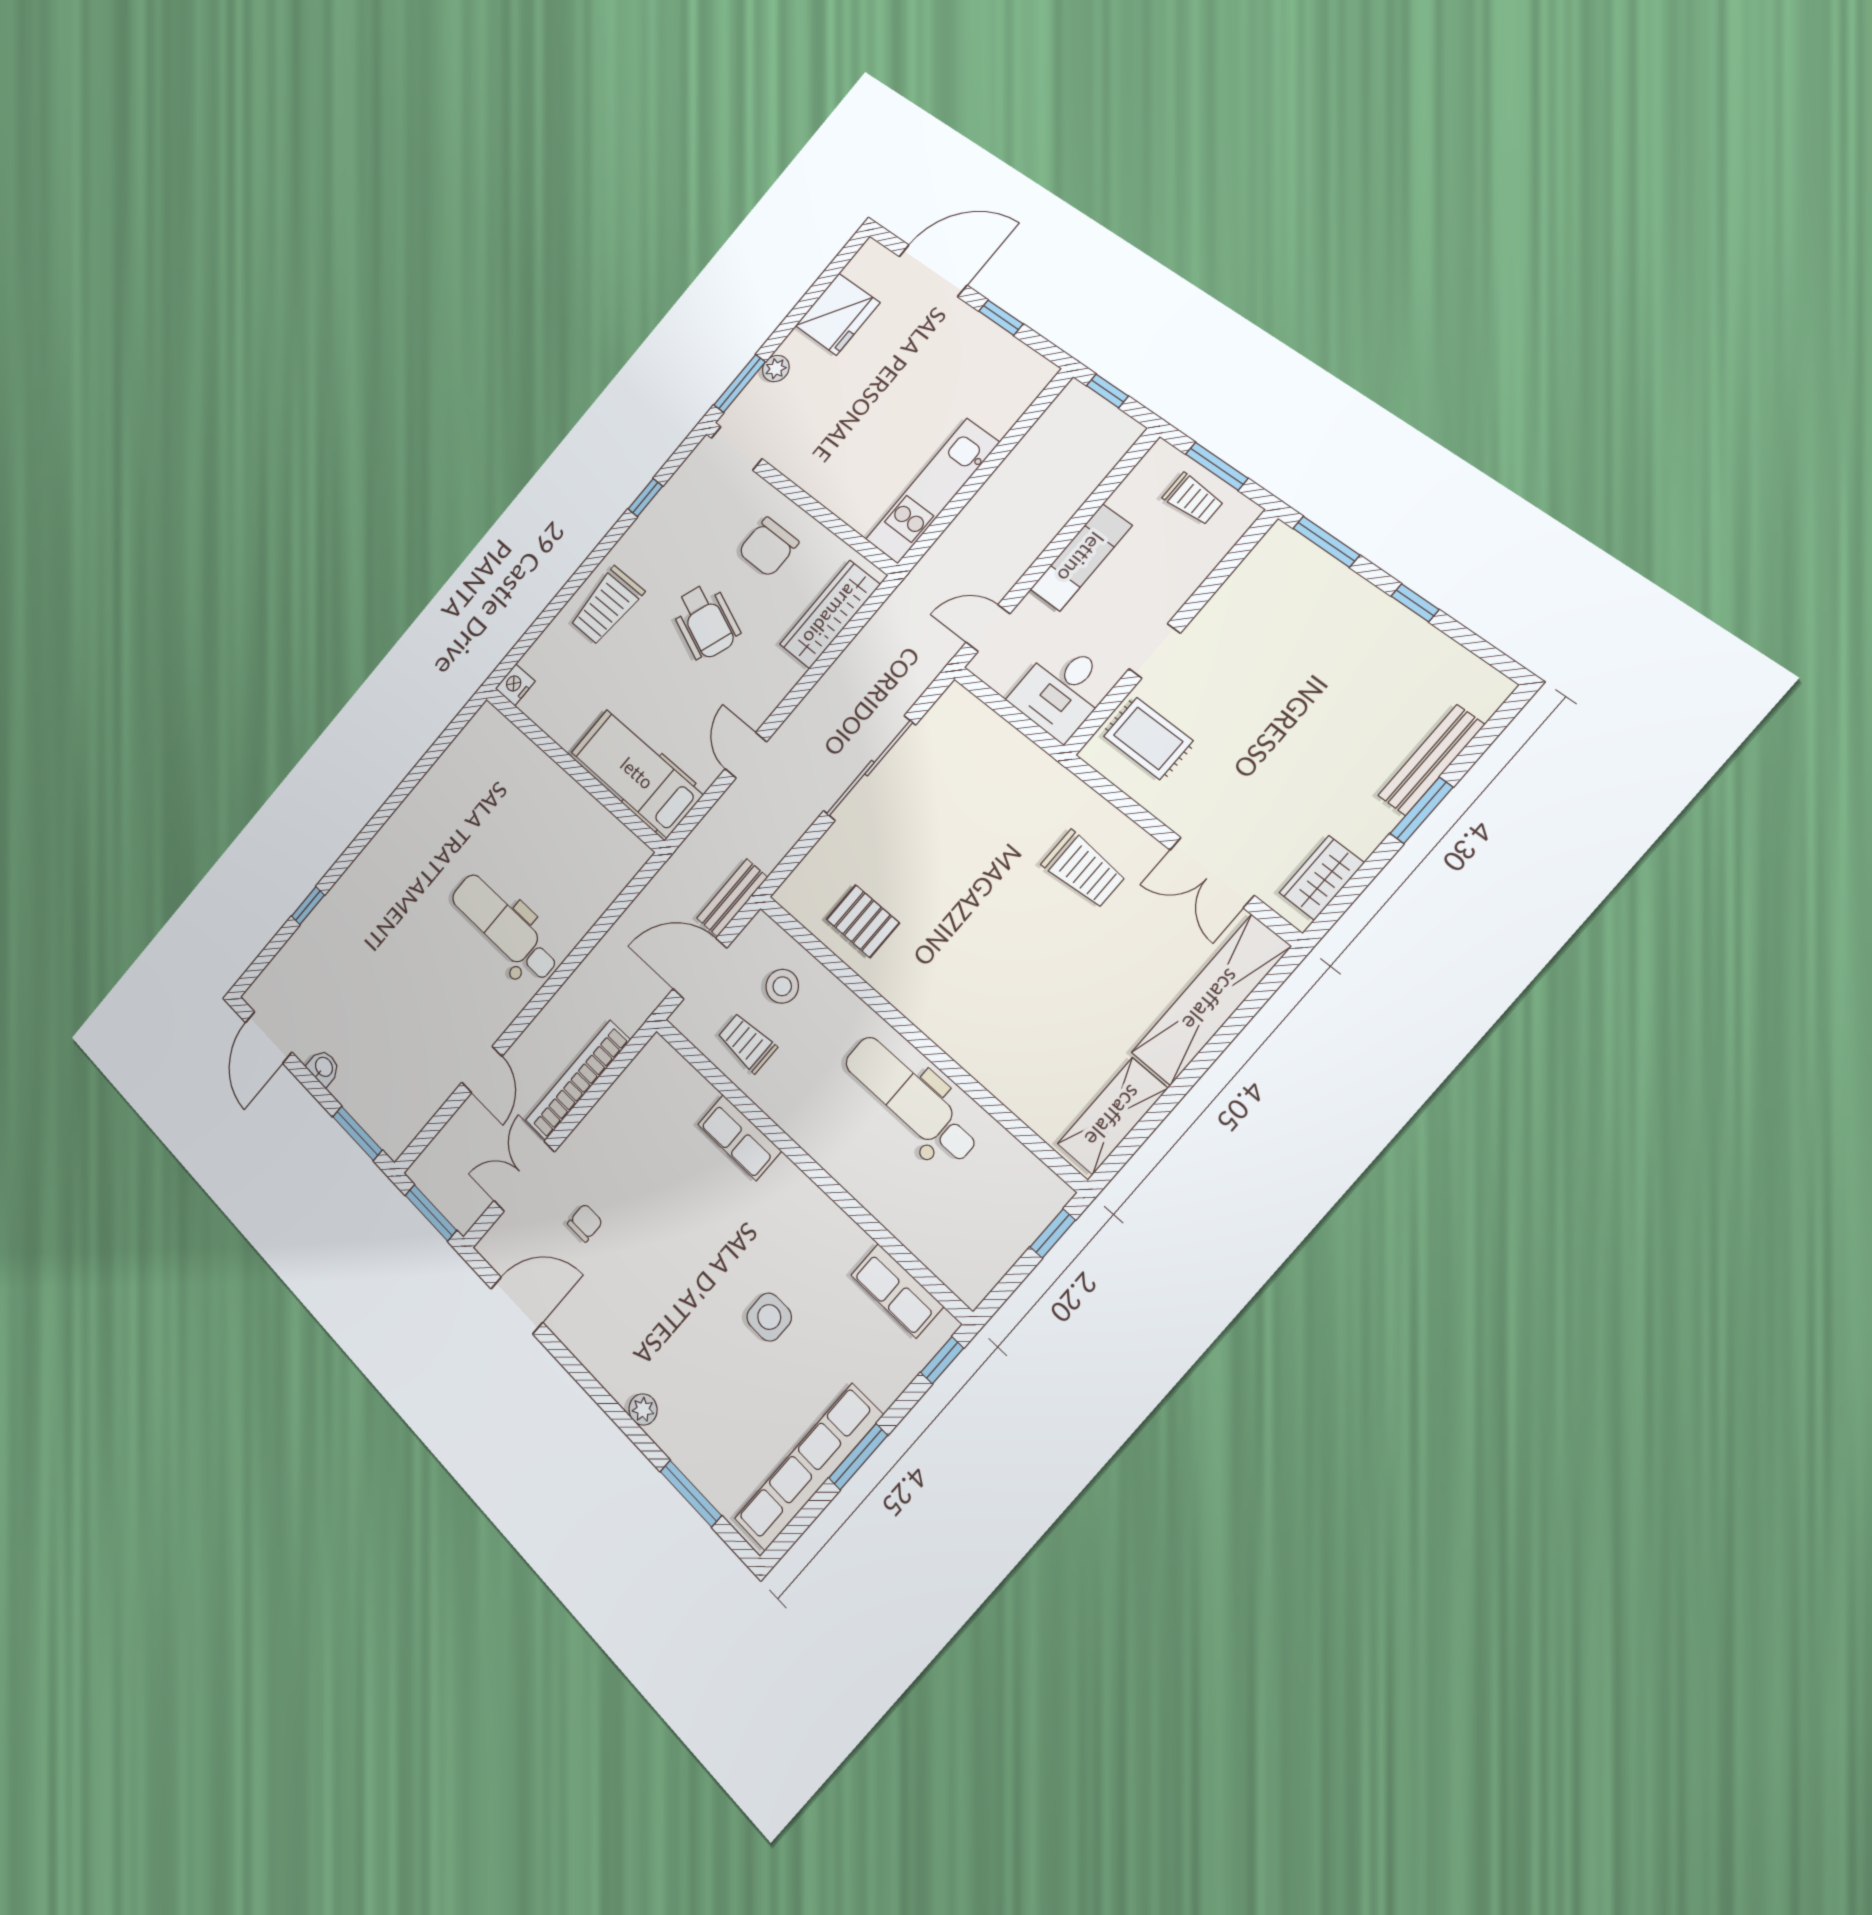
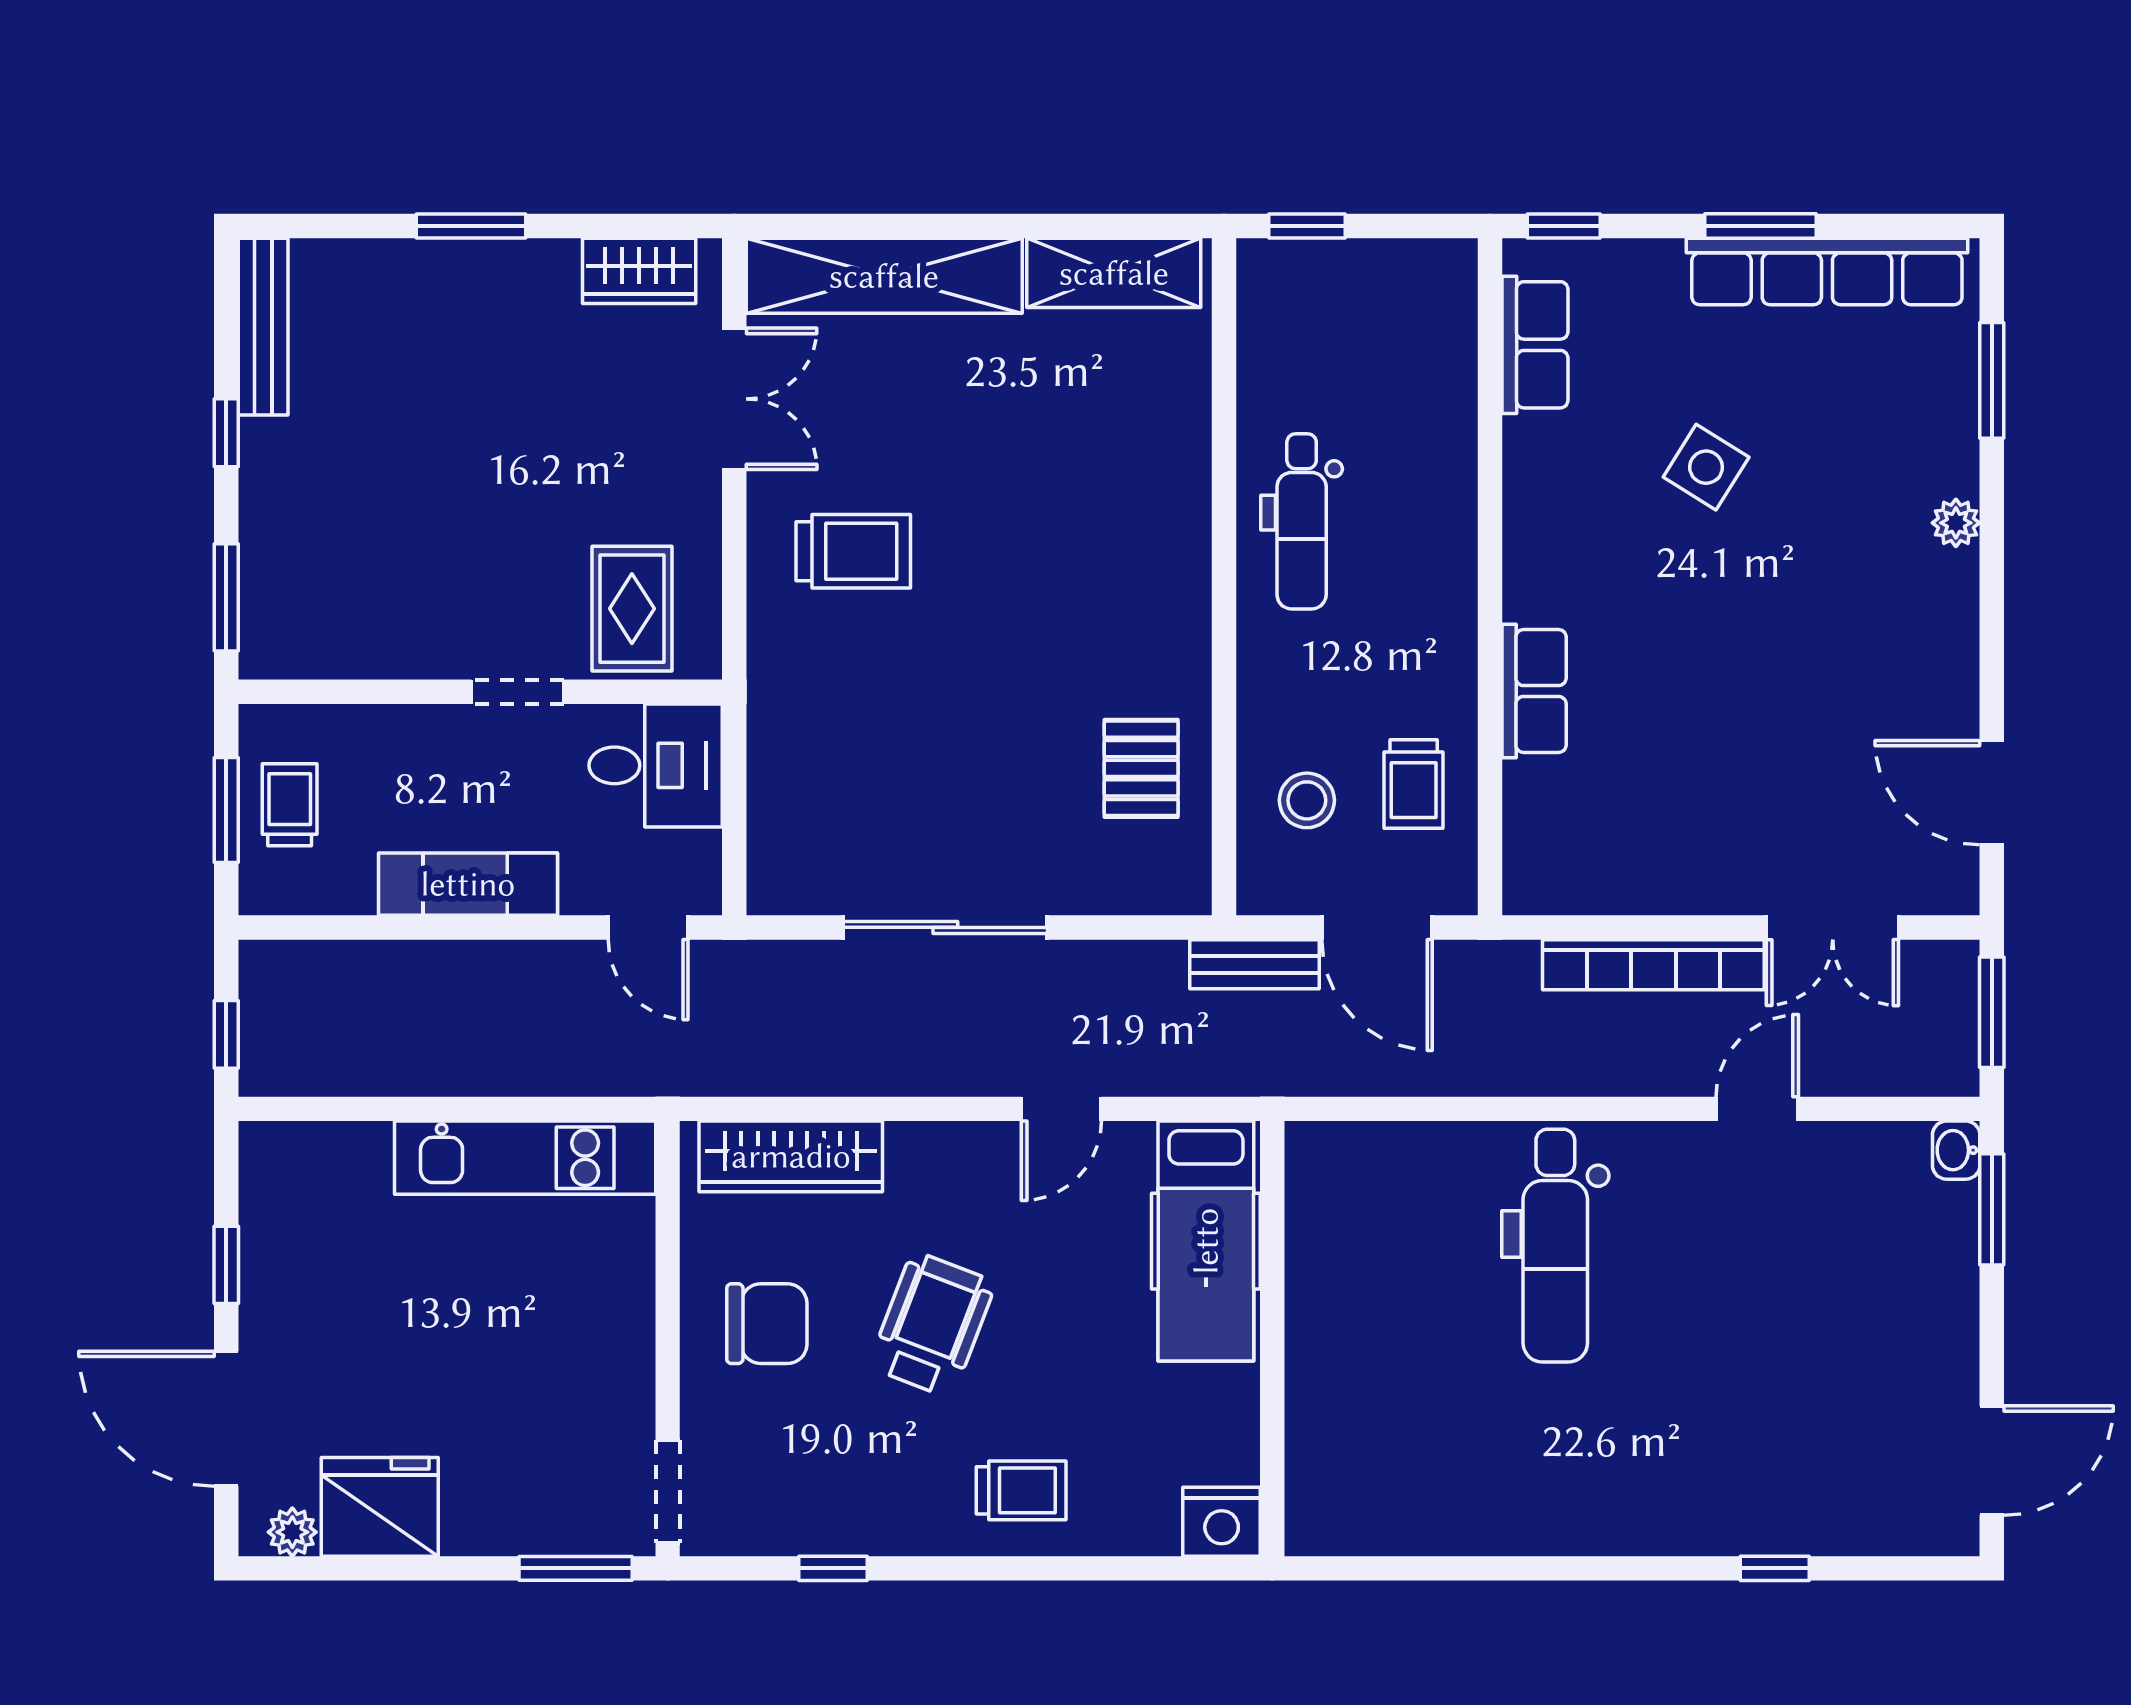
plant: (776, 369) -> (292, 1532), moved
trolley: (607, 606) -> (1021, 1490), width x0.73, depth x0.72
nightstand: (515, 685) -> (1222, 1522), width x1.36, depth x1.33
bench: (1431, 760) -> (263, 327), moved, turned 90
trolley: (1084, 869) -> (853, 551), turned 90
washbasin: (323, 1067) -> (1956, 1150), moved
dental chair: (911, 1099) -> (1302, 521), width x0.73, depth x0.72
chair: (585, 1223) -> (1813, 795), removed
side table: (769, 1317) -> (1706, 467), turned 32

